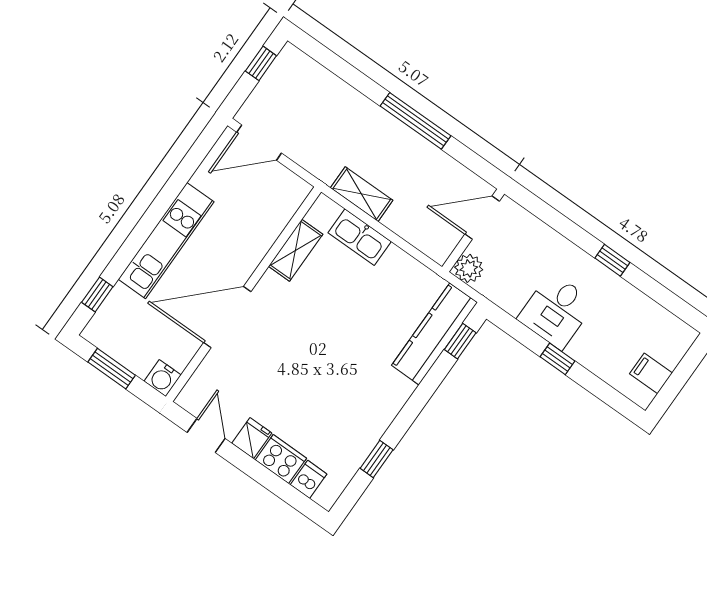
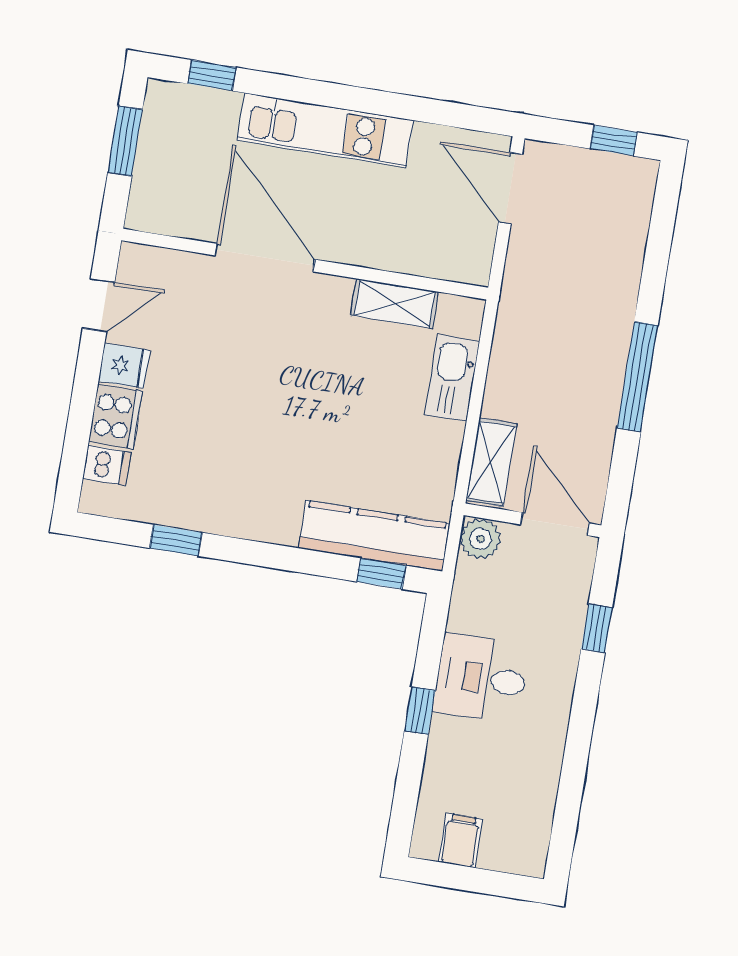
shelving: (362, 194) -> (491, 462), moved
window: (612, 260) -> (597, 628), moved
water cooler: (163, 378) -> (145, 213), removed

